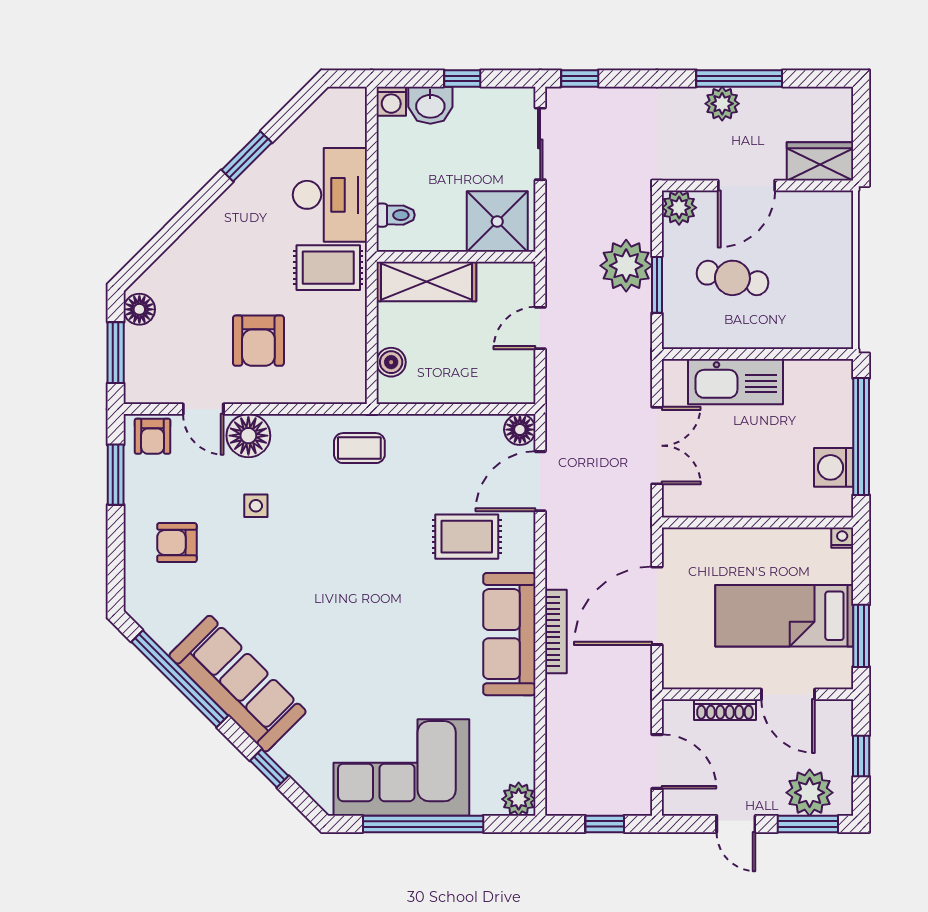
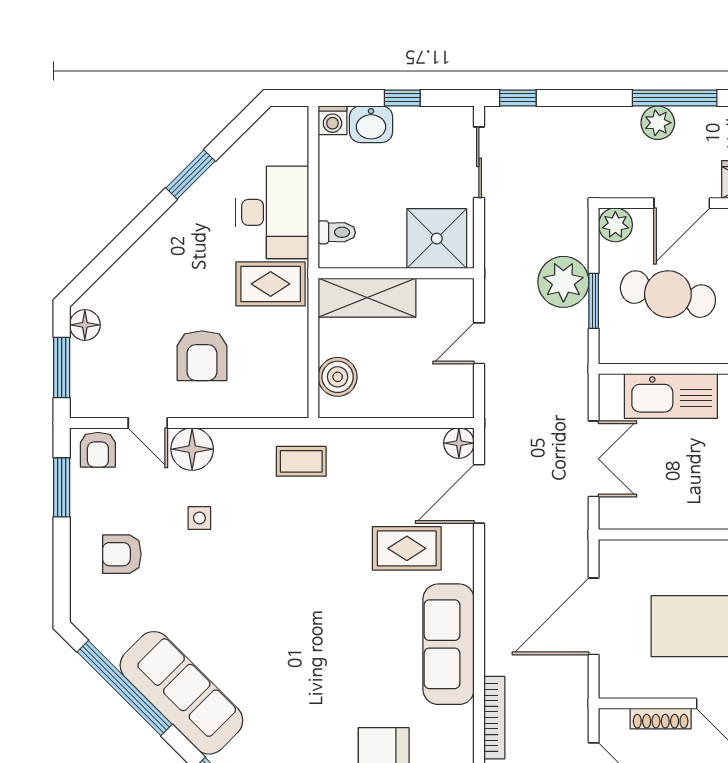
cafe table: (732, 278) -> (668, 294), width x1.37, depth x1.35
boiler: (391, 362) -> (338, 377), width x1.36, depth x1.36
bookcase: (556, 632) -> (494, 718), moved

